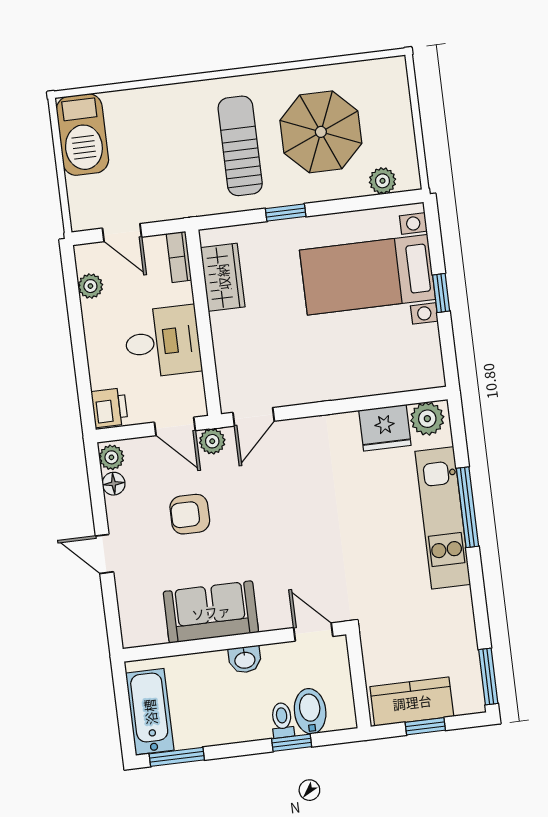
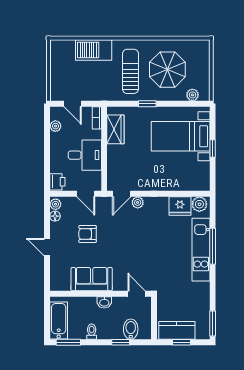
barbecue: (82, 135) -> (94, 50), moved, turned 90
plant: (212, 441) -> (138, 202), moved
toilet: (282, 720) -> (92, 332), moved

